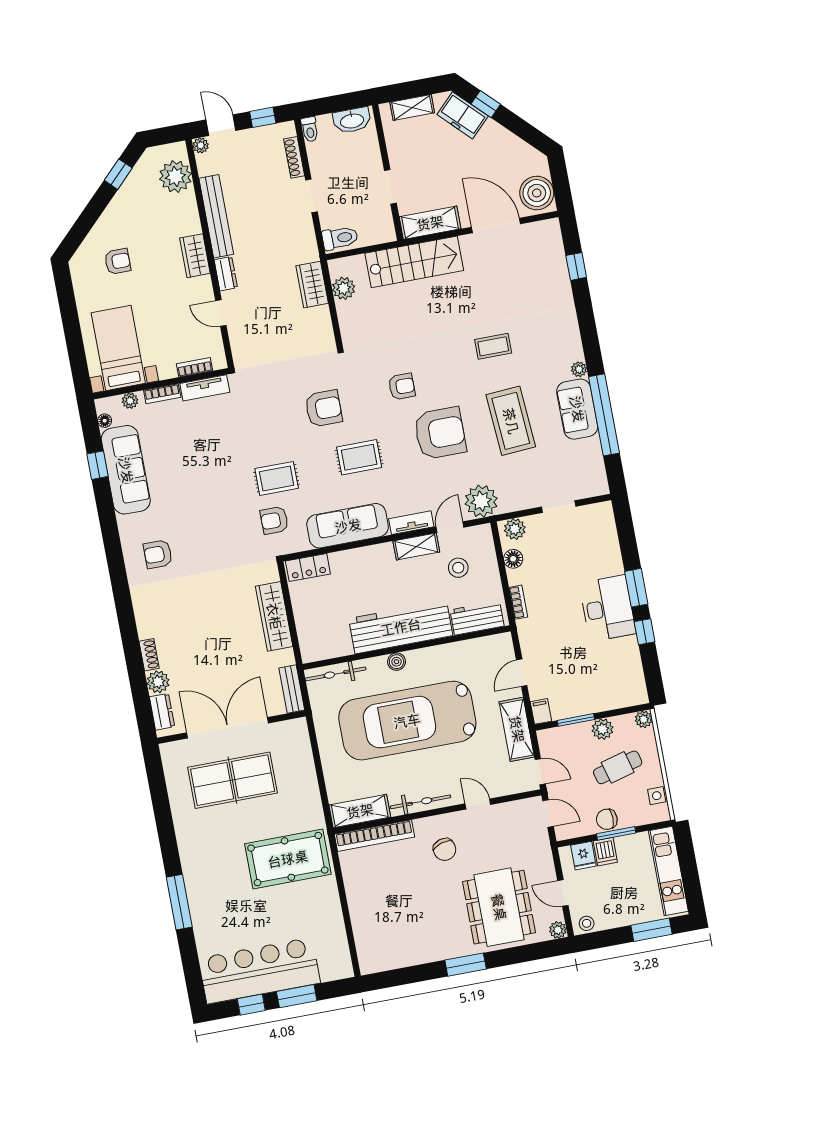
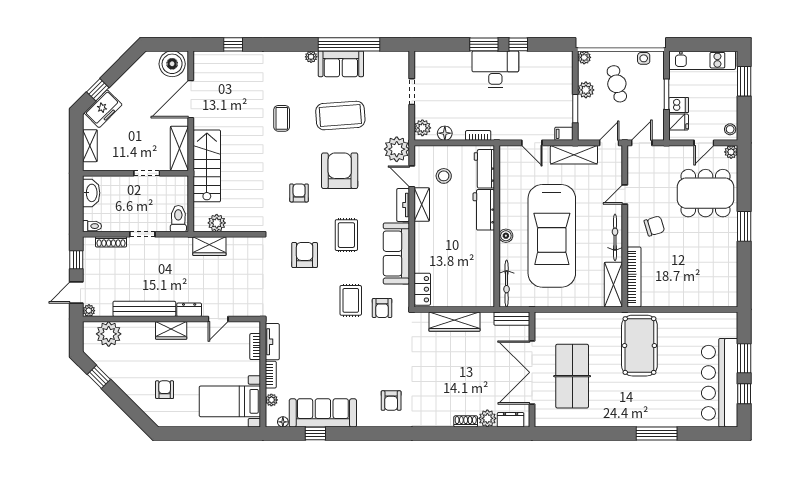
workbench: (401, 627) -> (484, 210), width x0.53, depth x0.76
chair: (607, 819) -> (654, 99), removed

